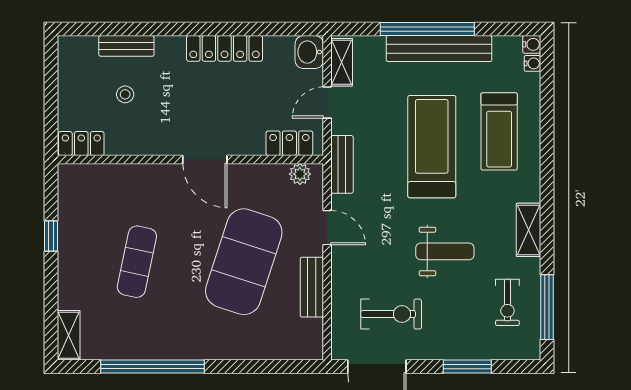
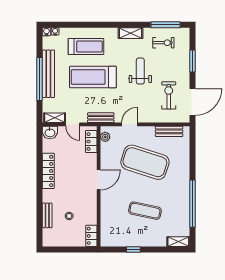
bench: (312, 287) -> (169, 131), moved

